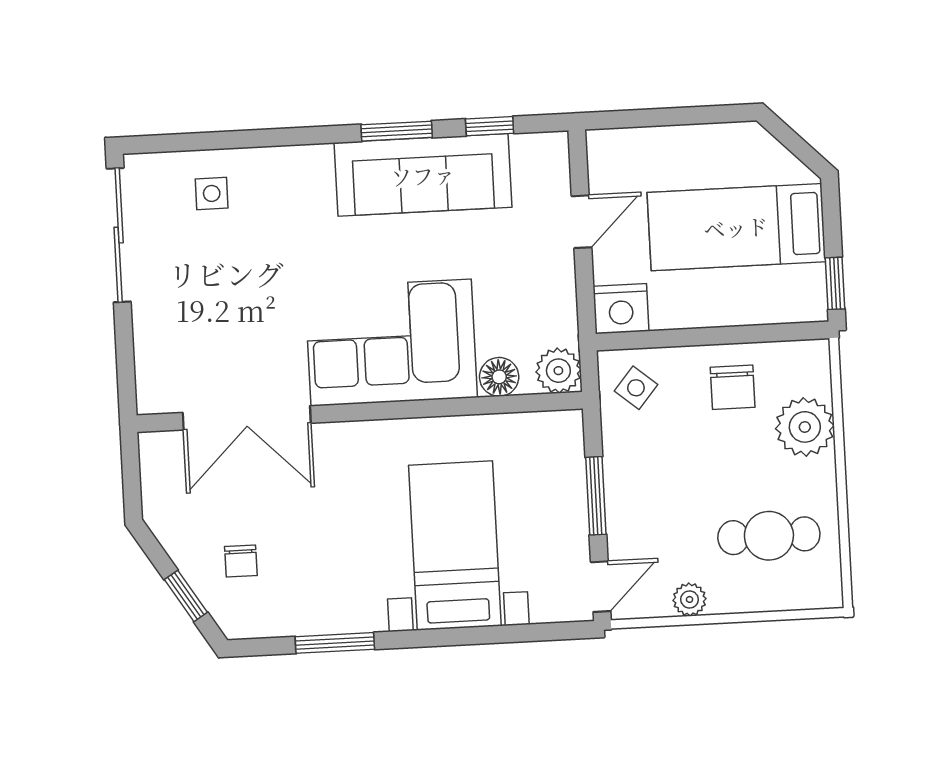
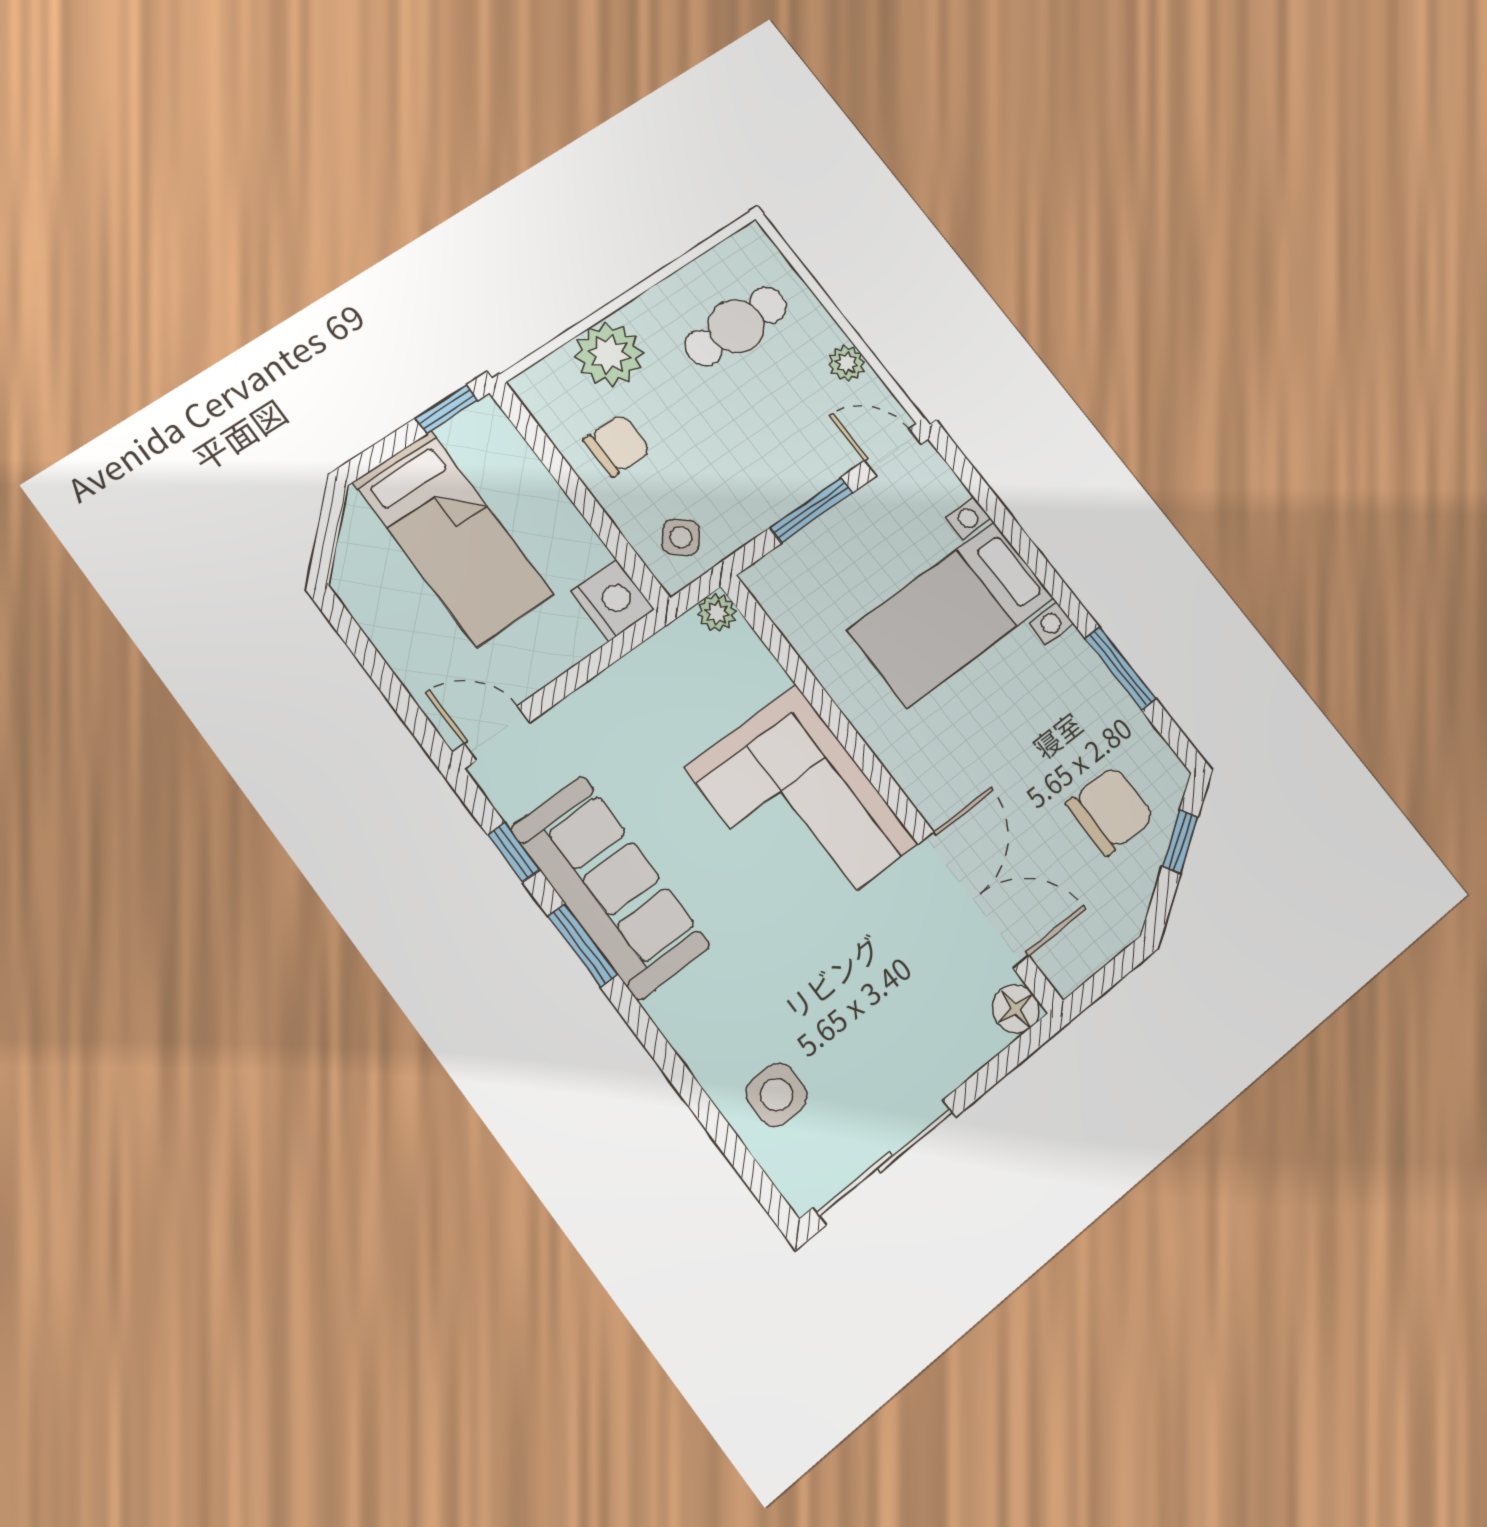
side table: (212, 193) -> (777, 1094), width x1.37, depth x1.37
door: (582, 222) -> (497, 733), moved
plant: (558, 371) -> (717, 613), width x0.73, depth x0.73
floor lamp: (499, 377) -> (1016, 1009), moved
cafe table: (769, 536) -> (736, 326), turned 90
chair: (241, 561) -> (1111, 811), width x1.87, depth x1.87

